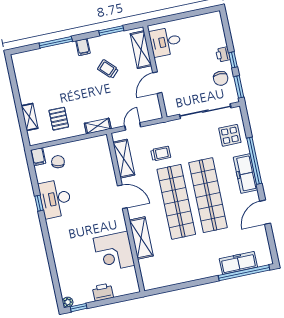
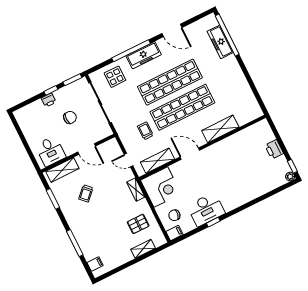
filing cabinet: (83, 47) -> (95, 264), moved
chair: (221, 78) -> (70, 117), moved
door: (122, 197) -> (190, 154), hinge flipped
corner desk: (114, 252) -> (161, 187), moved

